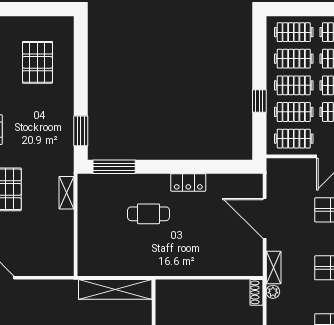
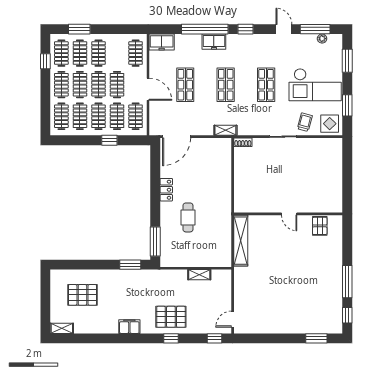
shelving: (67, 193) -> (199, 275), moved
door: (265, 218) -> (177, 137), moved
plant: (273, 292) -> (242, 131), removed

